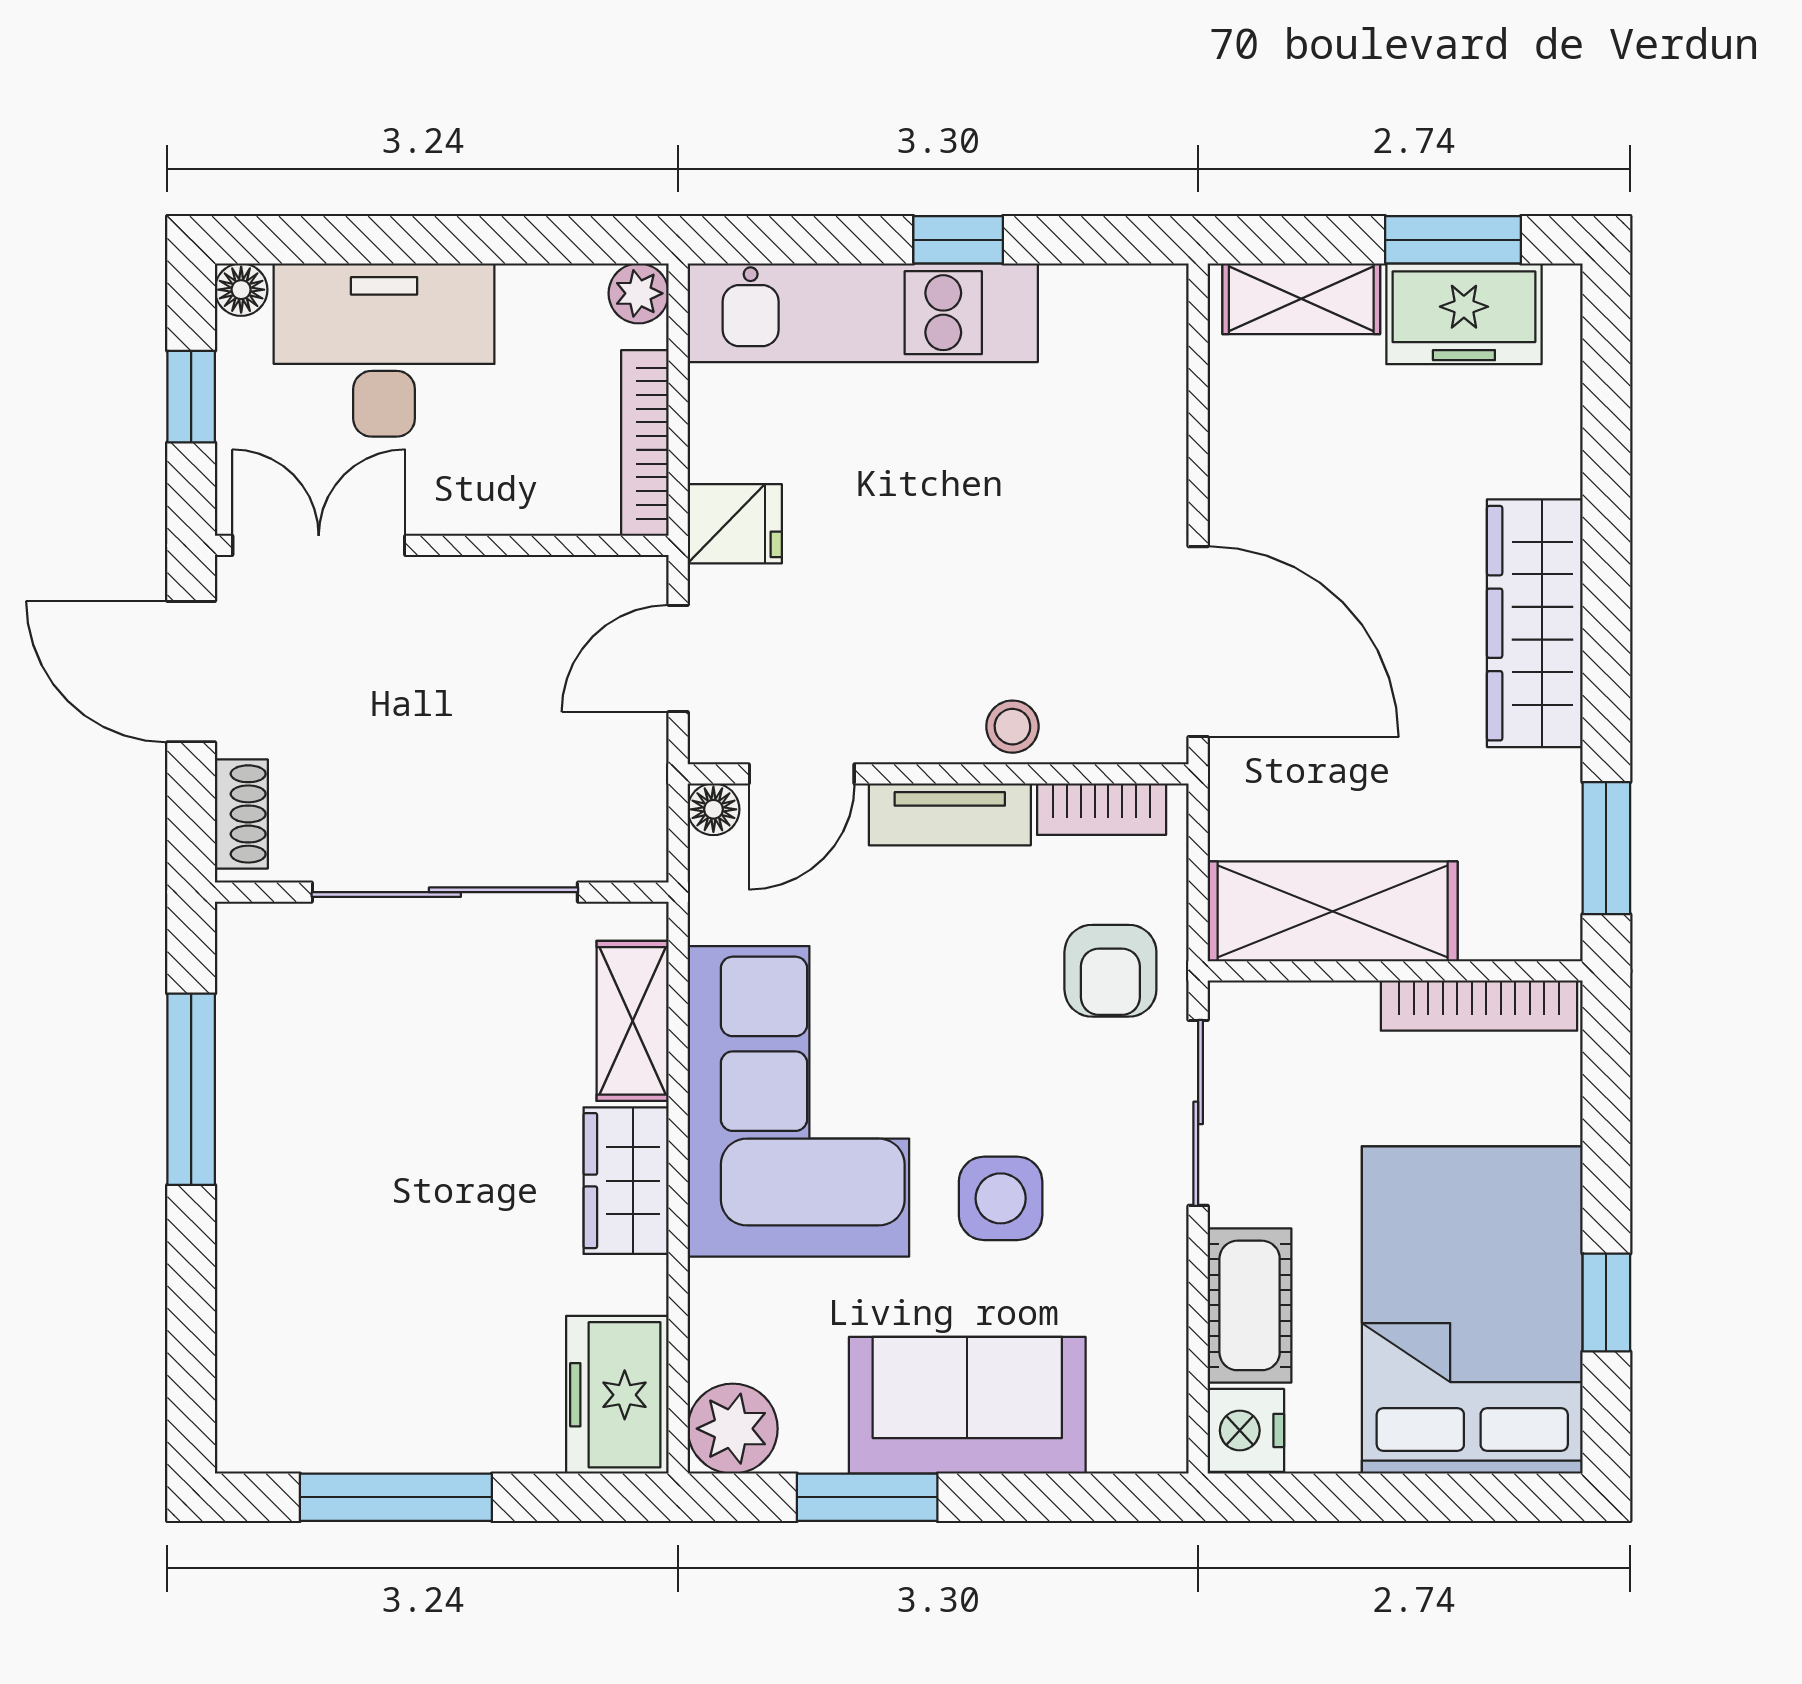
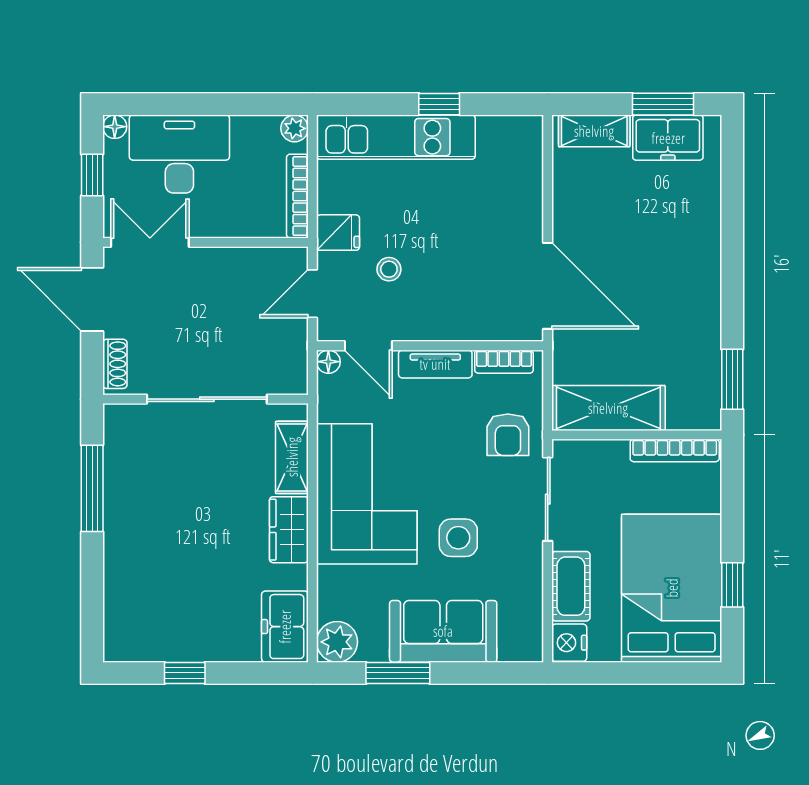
wardrobe: (1535, 623) -> (700, 278), removed
stool: (1012, 727) -> (389, 269), moved
door: (802, 774) -> (368, 346), hinge flipped
window: (396, 1497) -> (185, 673), width x0.46

